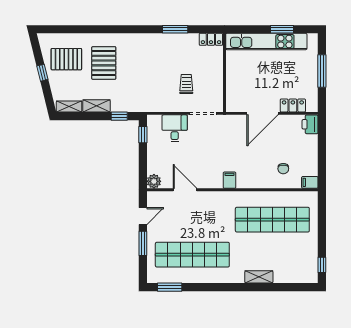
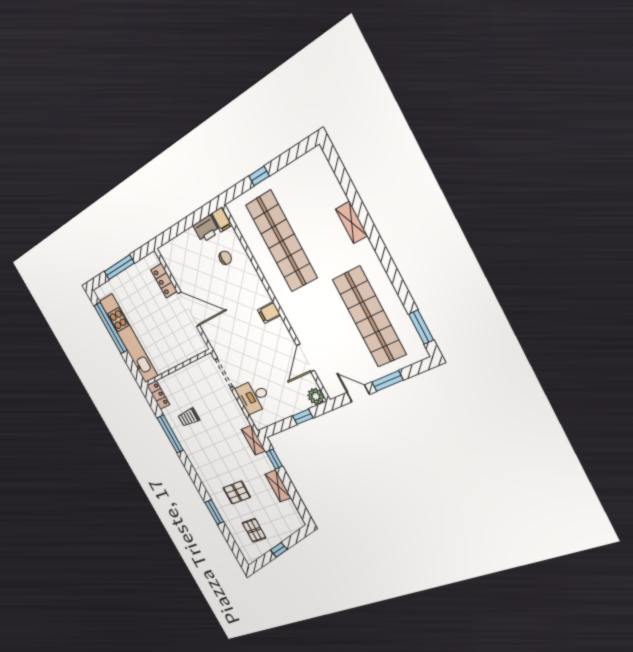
window: (94, 29) -> (214, 512), added
window: (175, 29) -> (170, 434), width x1.44
window: (282, 29) -> (111, 328), width x2.11
pallet: (66, 59) -> (254, 530), width x0.67, depth x0.71
pallet: (104, 63) -> (237, 493), width x0.67, depth x0.71
trolley: (186, 84) -> (189, 417), moved
shelving: (69, 106) -> (253, 440), moved
printer: (310, 124) -> (206, 229), moved
window: (143, 135) -> (303, 417), moved
window: (322, 265) -> (259, 176), moved

